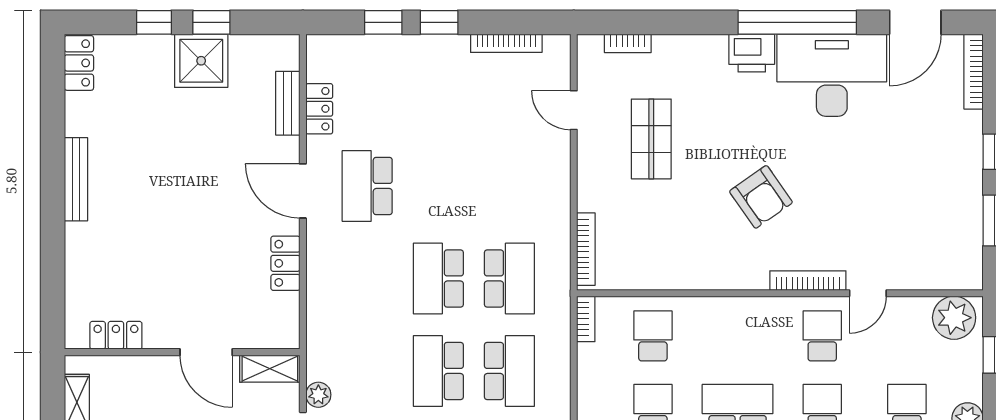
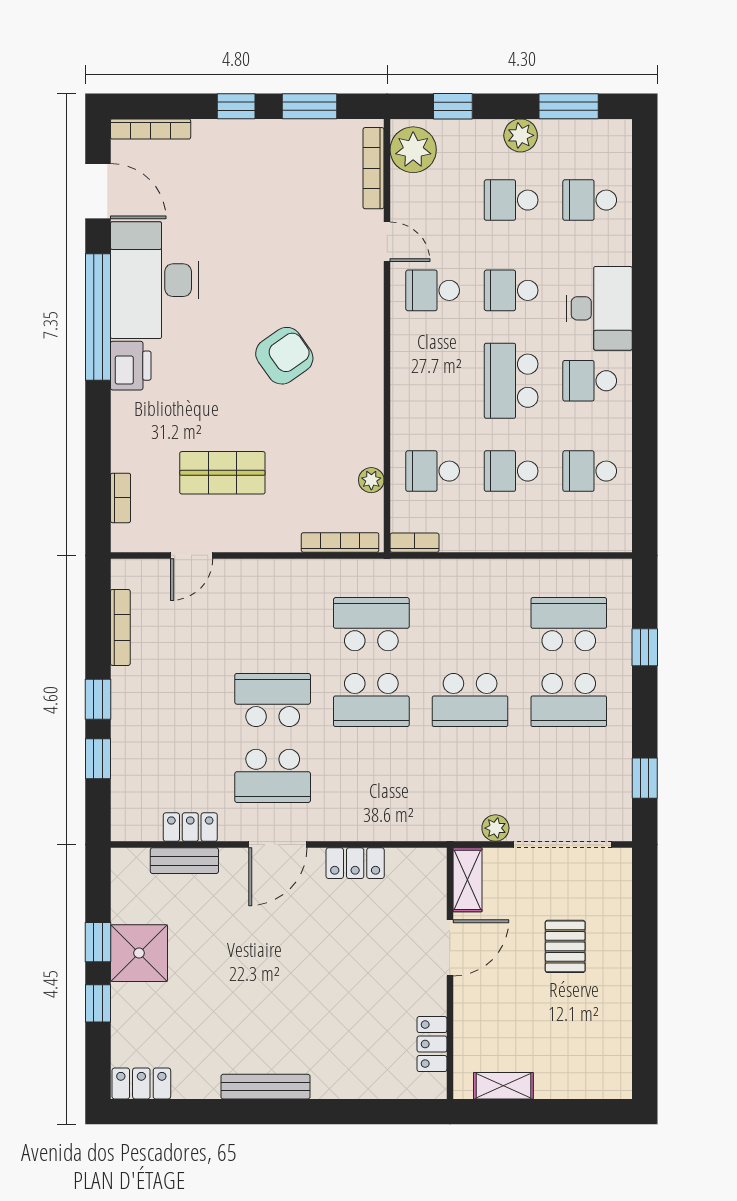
plant: (644, 278) -> (371, 480), added
bookcase: (808, 281) -> (374, 168), moved
school desk: (509, 371) -> (273, 700), moved

